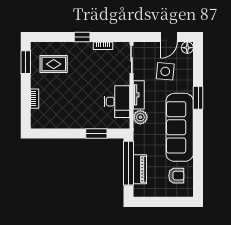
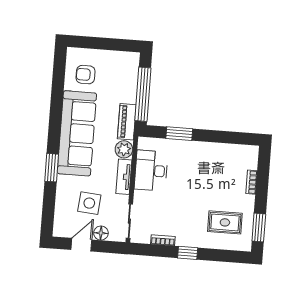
floor lamp: (187, 48) -> (101, 233), moved
piano: (140, 169) -> (127, 122), moved

